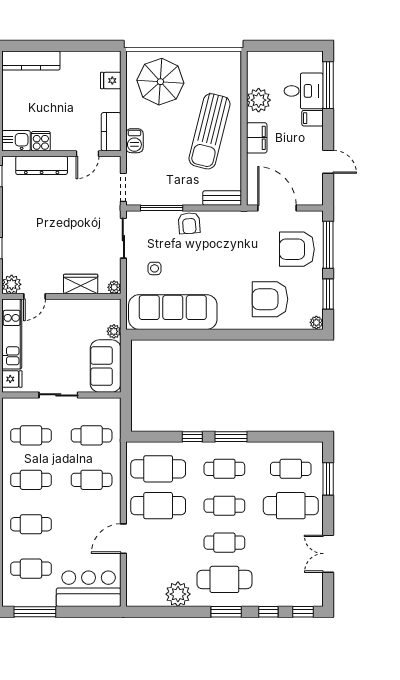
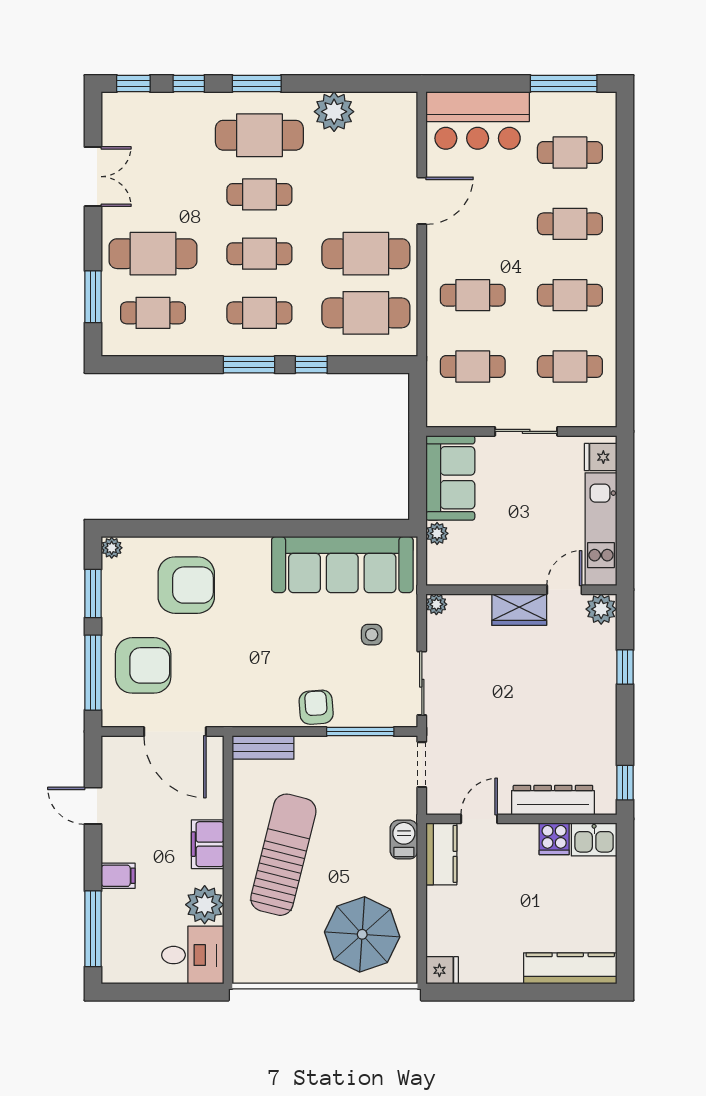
fridge: (111, 81) -> (442, 970), moved
desk: (304, 91) -> (193, 955), moved, turned 180
wardrobe: (81, 284) -> (519, 610), moved

